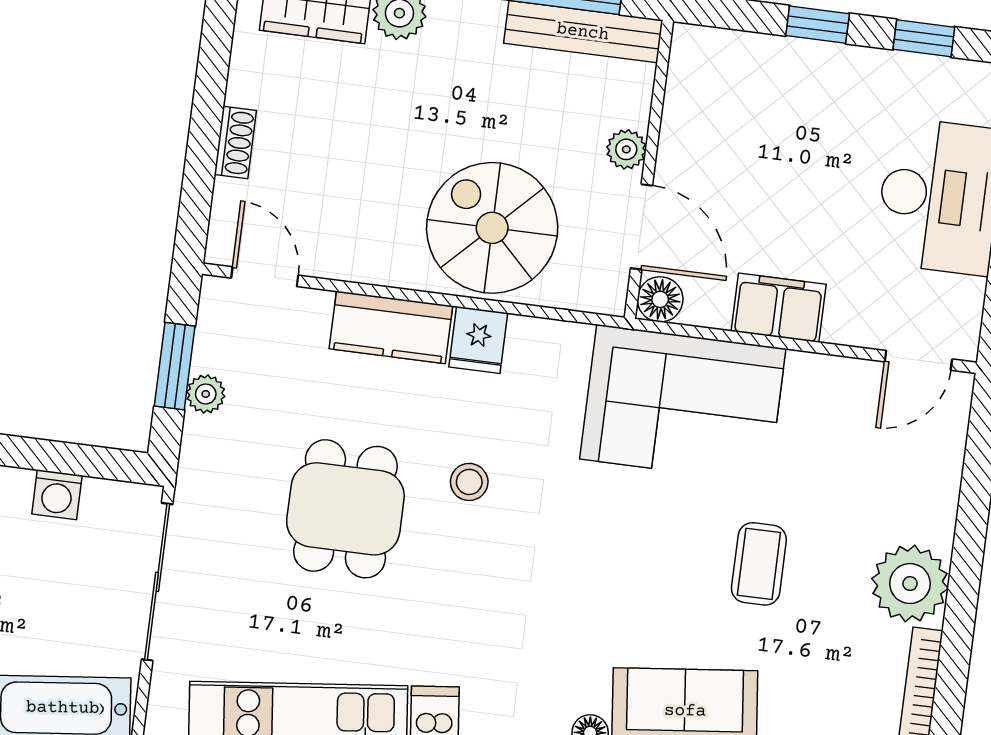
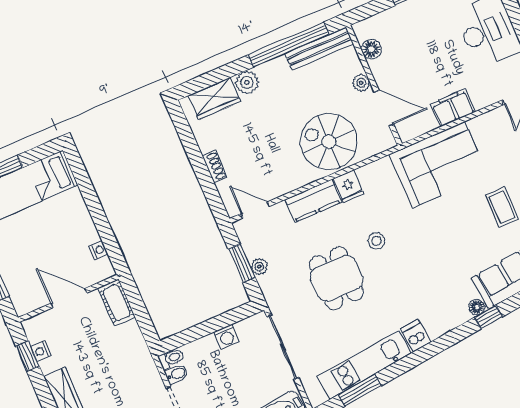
floor lamp: (660, 299) -> (371, 49), moved

